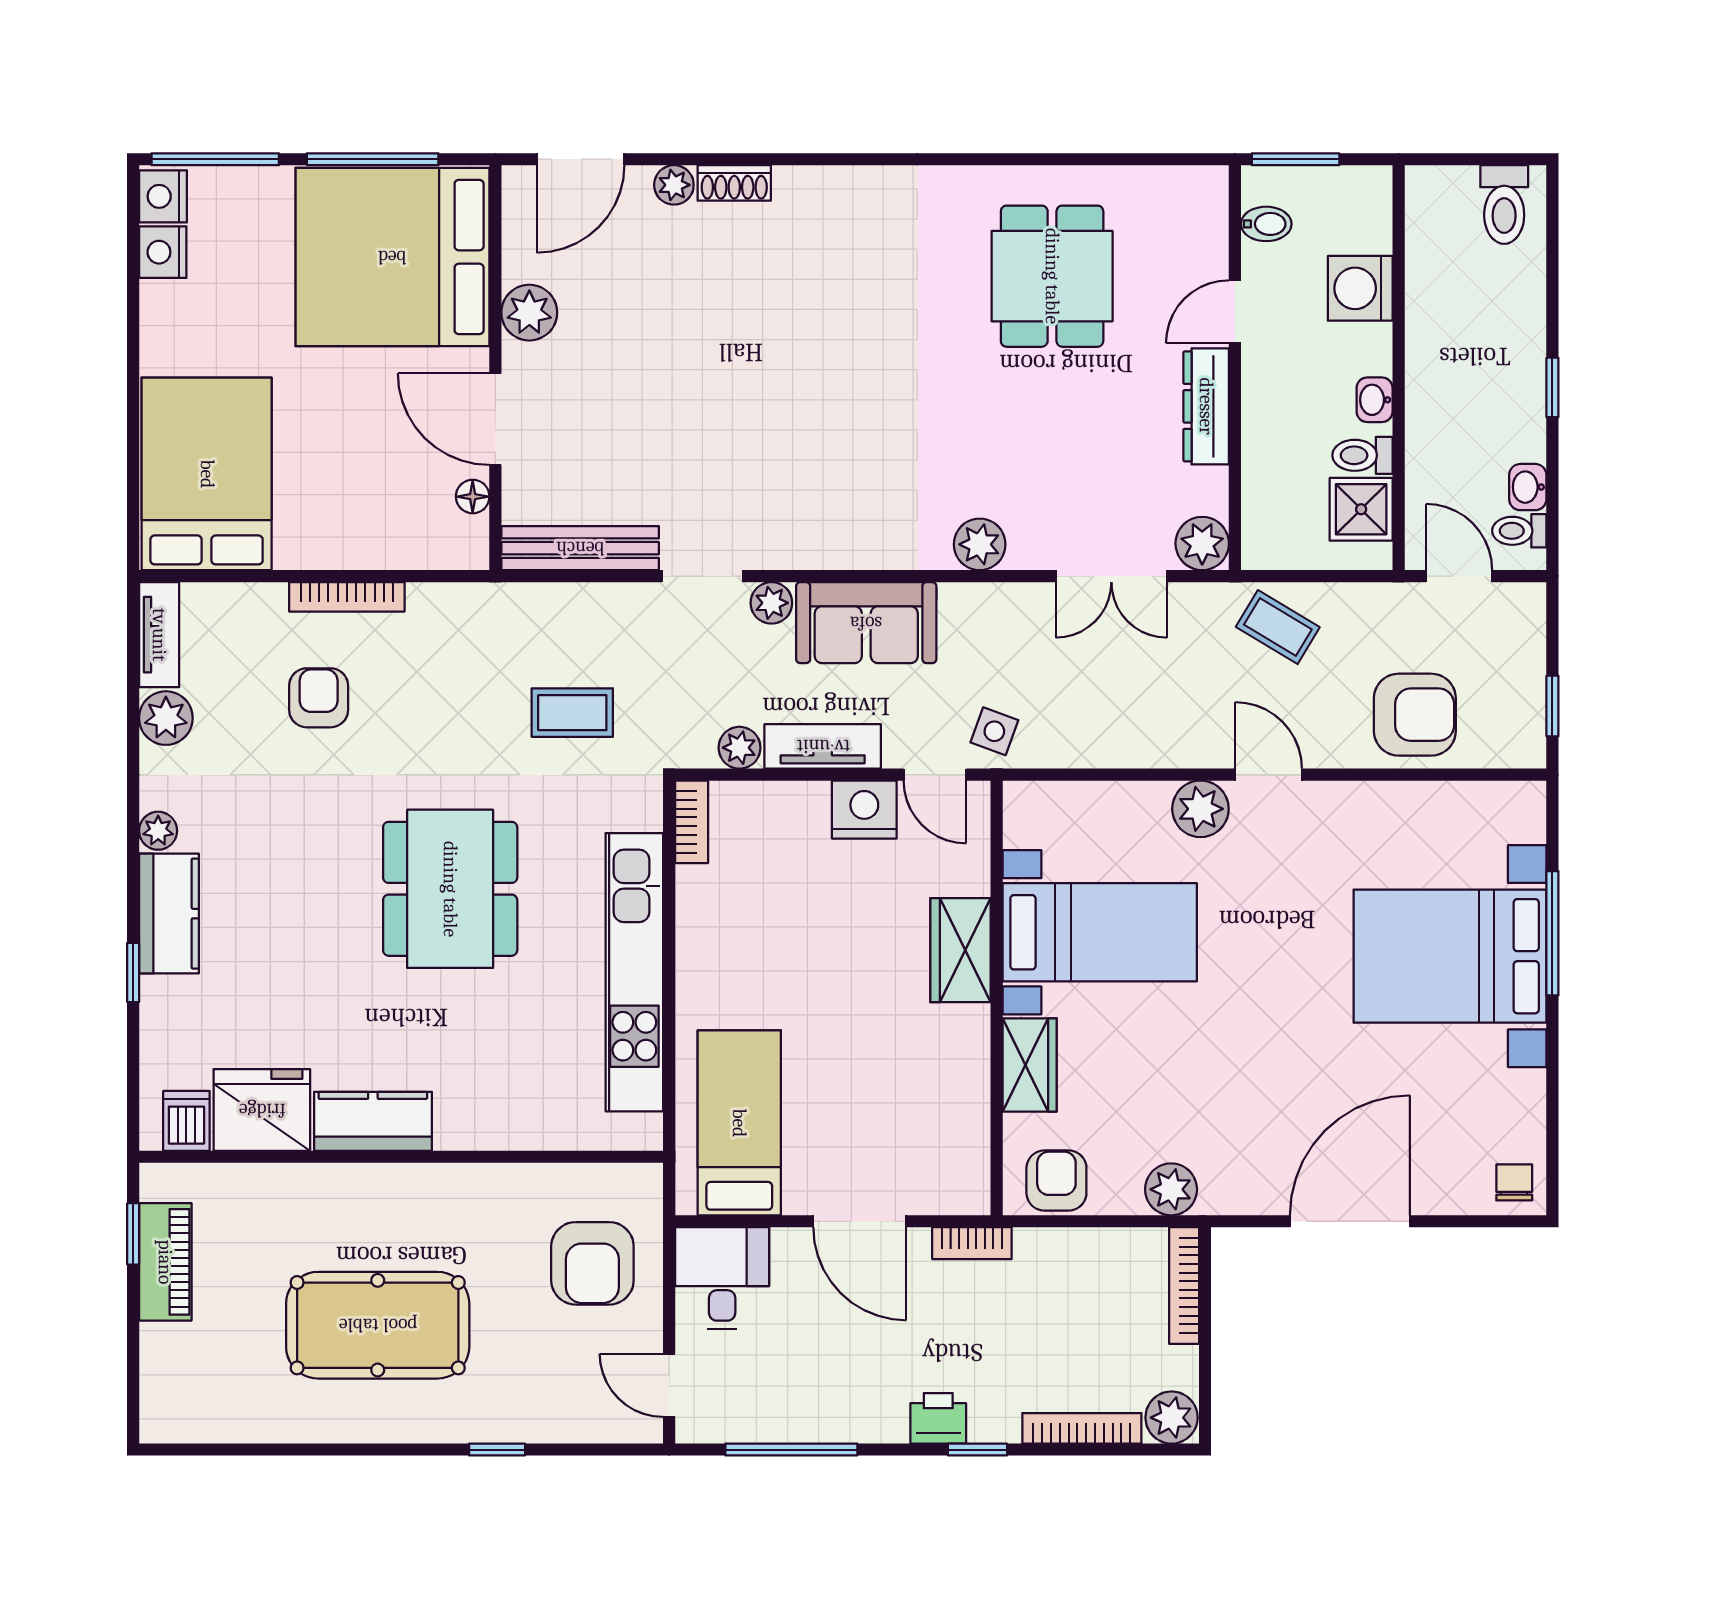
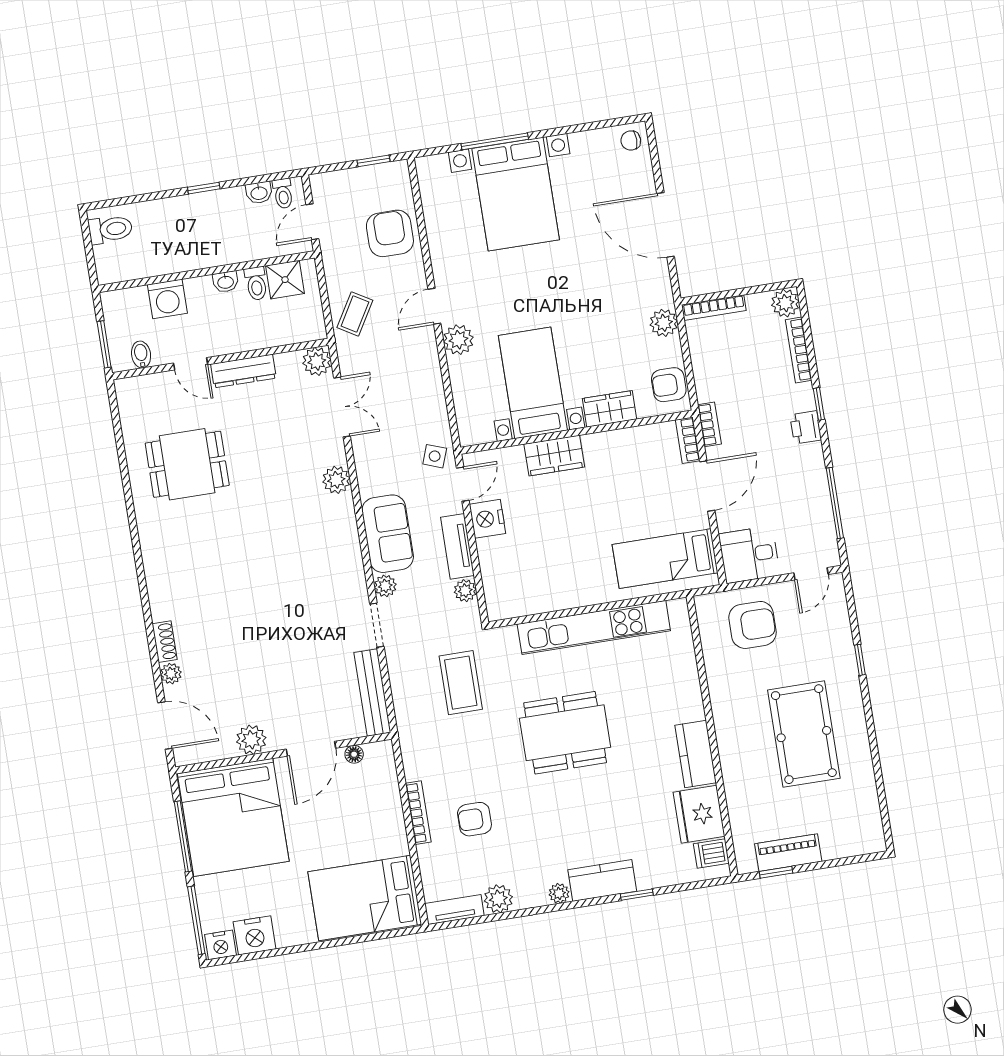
nightstand: (163, 252) -> (255, 935), width x1.36, depth x1.33
coffee table: (572, 713) -> (461, 683), width x1.36, depth x1.30
bookcase: (692, 822) -> (688, 440), moved, turned -90

